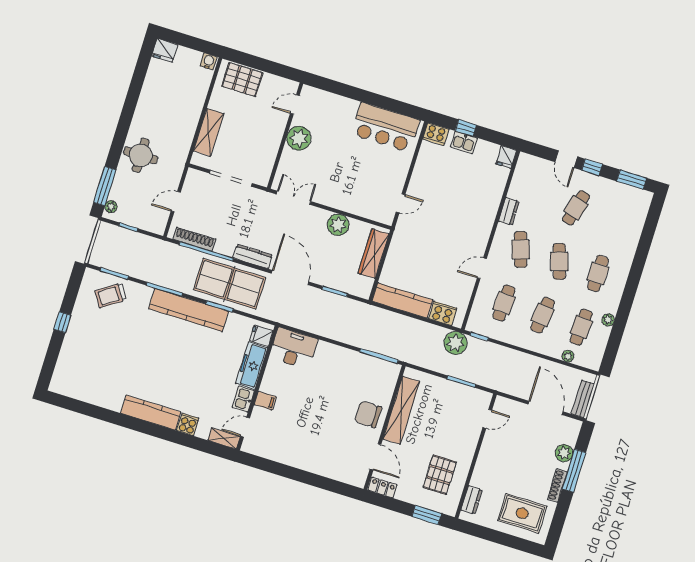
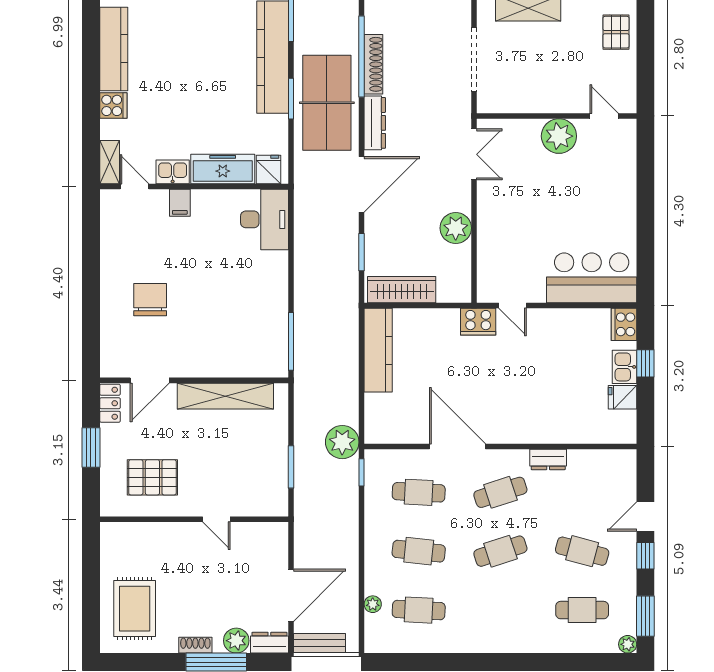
pallet: (242, 80) -> (616, 32), width x0.67, depth x0.71
bar counter: (385, 127) -> (592, 278), moved, turned 90
fridge: (506, 157) -> (623, 397), moved
shoe rack: (194, 239) -> (373, 64), moved
wardrobe: (373, 254) -> (402, 290), moved
door: (482, 268) -> (457, 446), width x1.87
cafe table: (598, 274) -> (582, 610), moved
cooker: (443, 313) -> (478, 322), moved, turned 90
plant: (608, 320) -> (628, 644), moved
chair: (368, 414) -> (150, 300), moved
door: (487, 419) -> (216, 519), moved
shoe rack: (557, 485) -> (195, 645), width x0.70
dresser: (472, 500) -> (269, 643), moved, turned 180
window: (427, 515) -> (91, 448), moved

